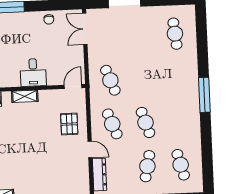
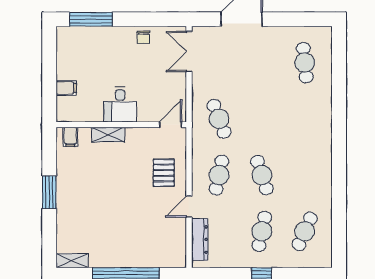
window: (204, 95) -> (339, 143), removed
cafe table: (112, 124) -> (219, 175), turned 33
door: (90, 149) -> (189, 207), swing flipped
cafe table: (181, 165) -> (305, 231), turned 39

